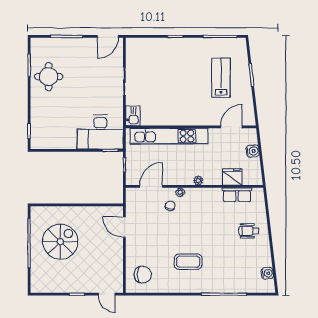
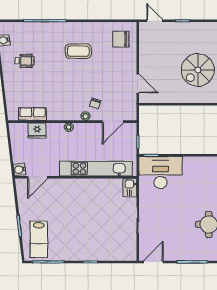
lab bench: (221, 78) -> (39, 239), moved
water cooler: (253, 151) -> (20, 170), moved
wheelchair: (249, 231) -> (25, 61), moved

